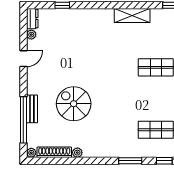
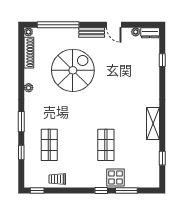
spiral stairs: (74, 104) -> (73, 70), width x1.37, depth x1.37
bench: (32, 109) -> (92, 32), moved
plant: (77, 153) -> (29, 88), moved

